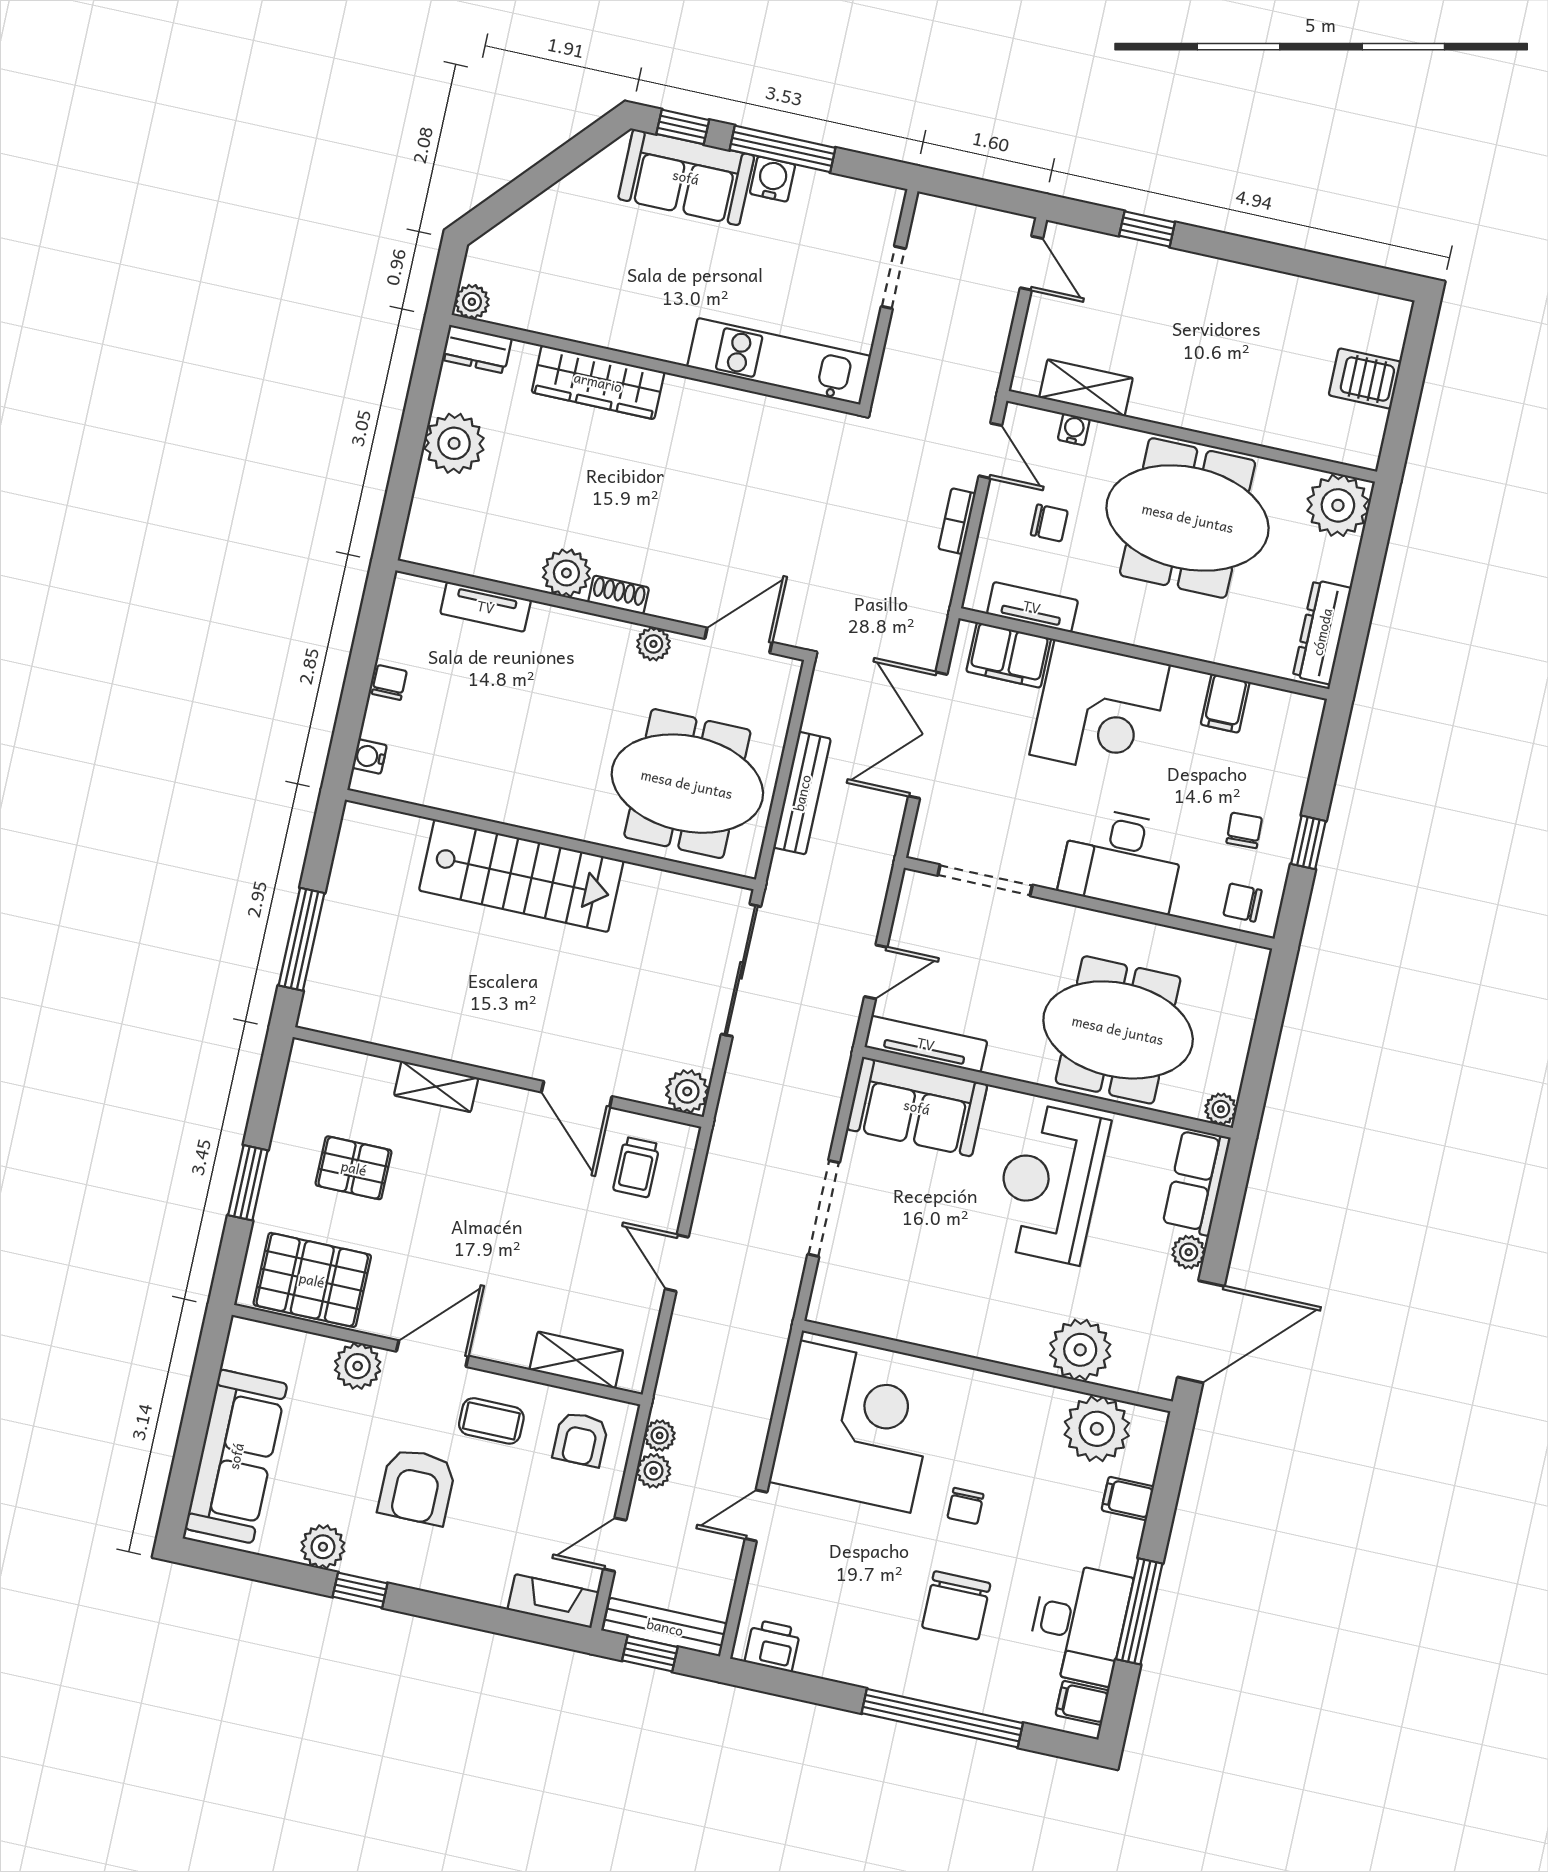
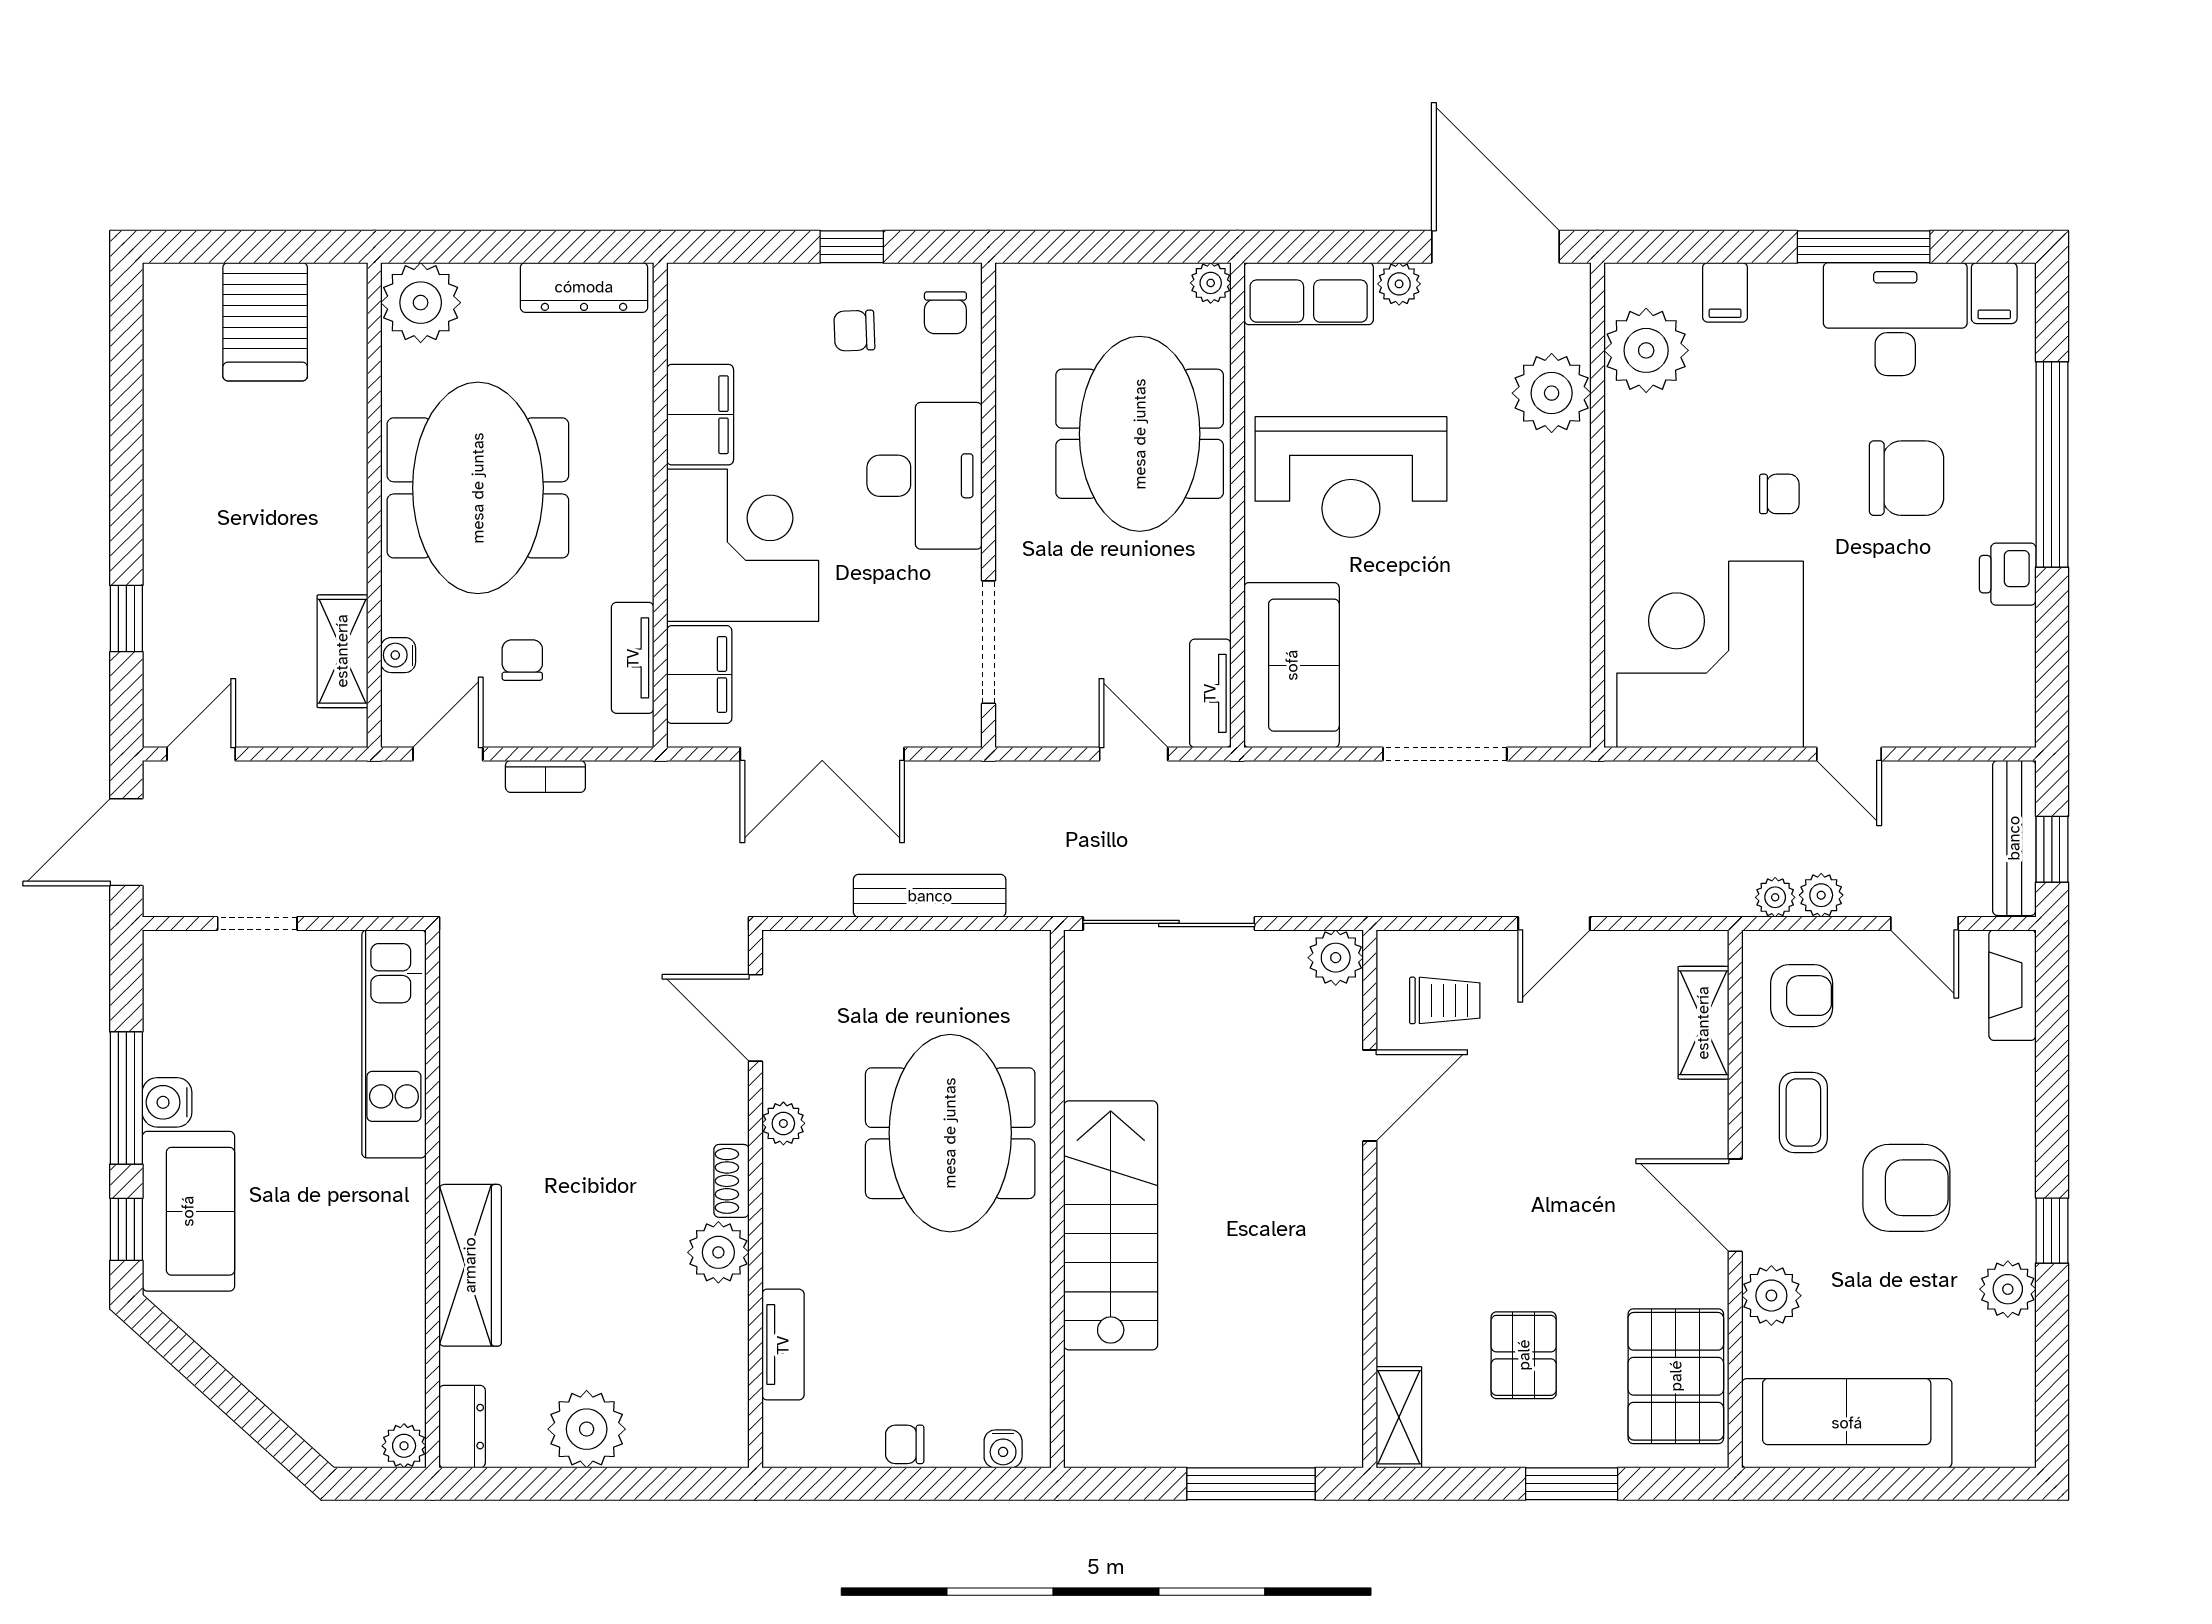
door: (977, 192) -> (126, 842), added
server rack: (1365, 378) -> (265, 322), width x1.36, depth x1.44
filing cabinet: (1225, 703) -> (700, 415), width x2.00
meeting table: (687, 784) -> (950, 1133), moved
tv unit: (926, 1044) -> (1210, 693), width x0.71
shelving: (436, 1087) -> (1399, 1417), moved
sofa: (236, 1456) -> (1847, 1423), moved
printer: (773, 1646) -> (2008, 574), moved

